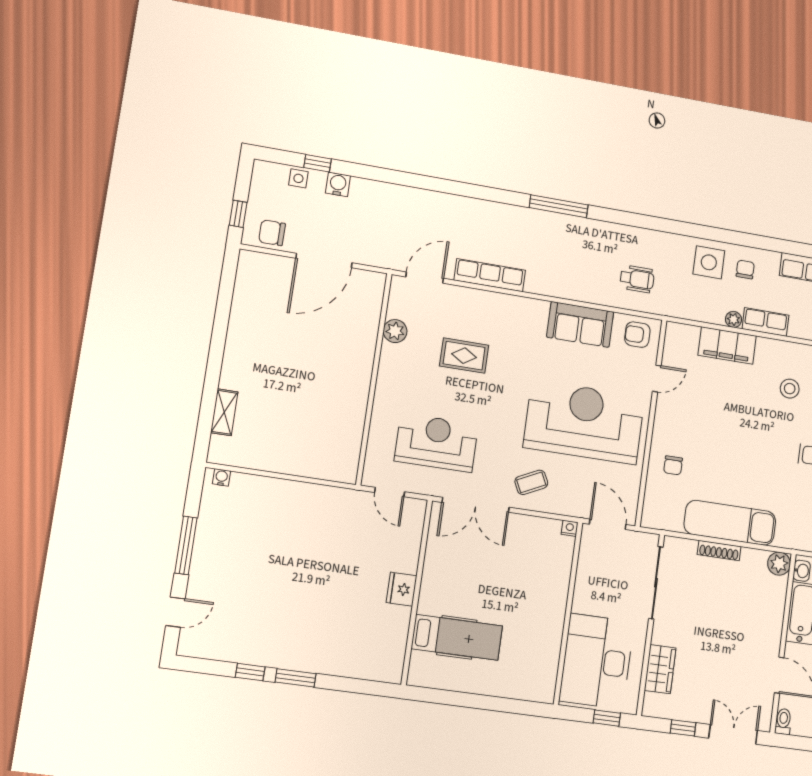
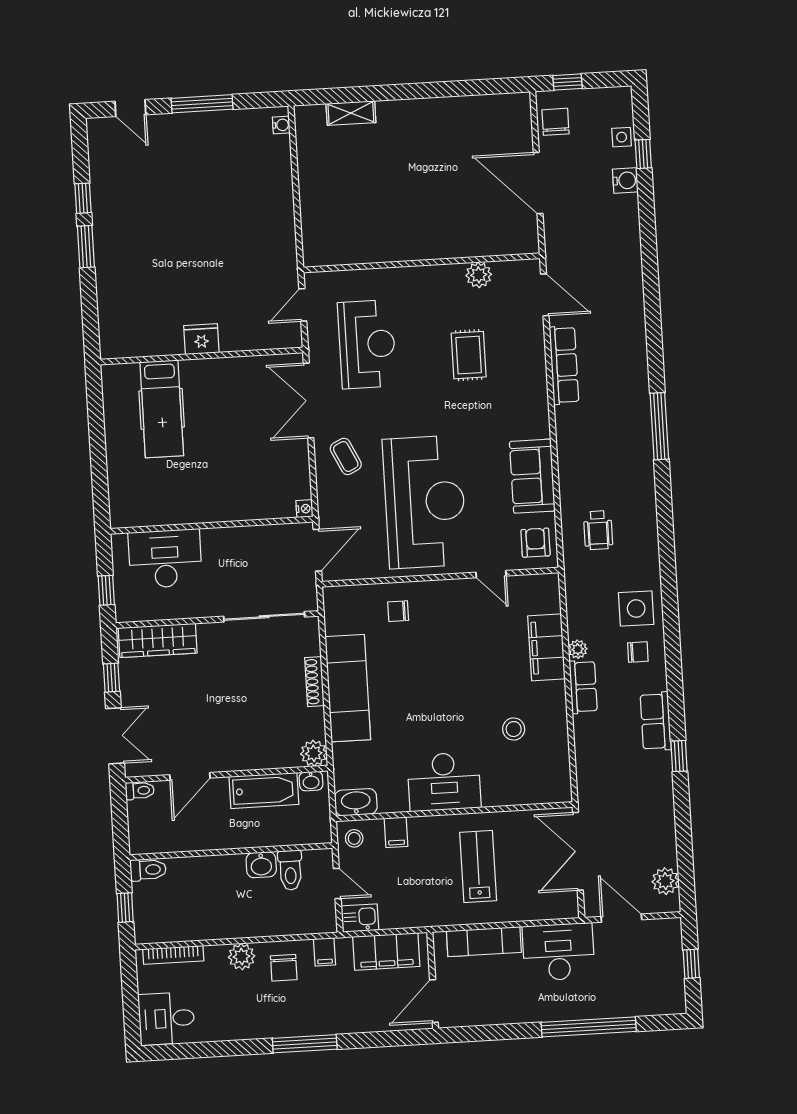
desk: (597, 661) -> (165, 559), width x0.73, depth x0.77
wardrobe: (660, 669) -> (158, 640), width x1.50

